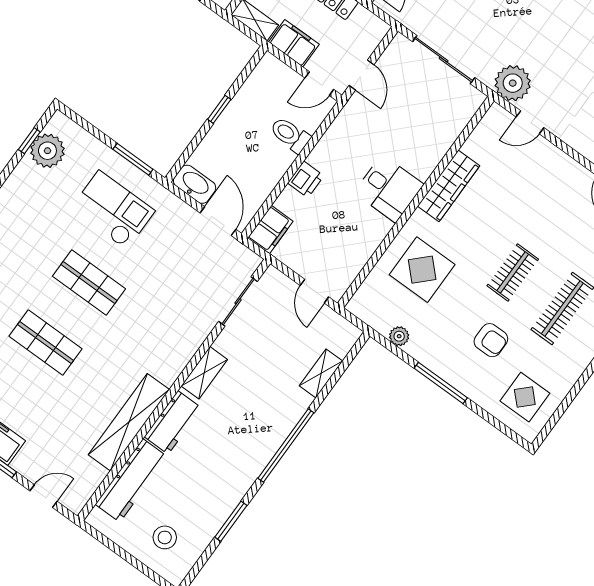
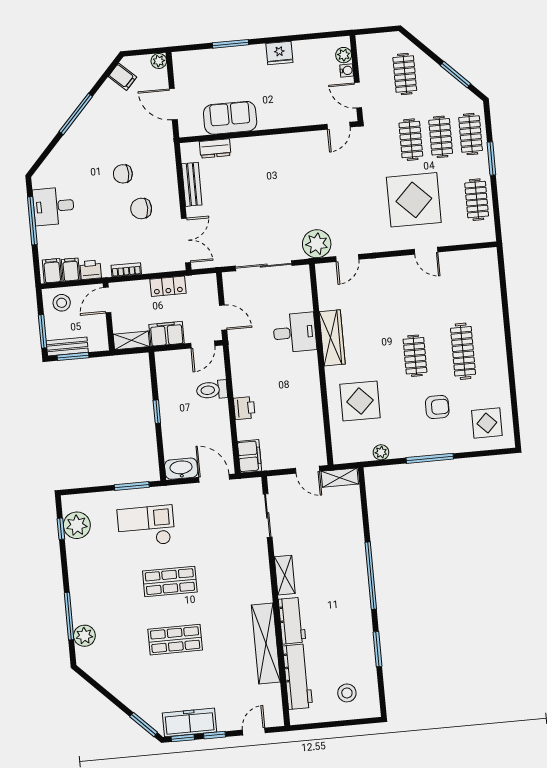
desk: (389, 188) -> (295, 333), moved
shelving: (321, 373) -> (340, 478), moved, turned 90

